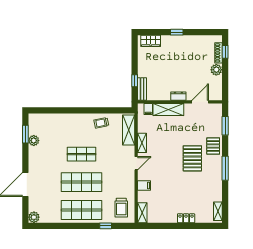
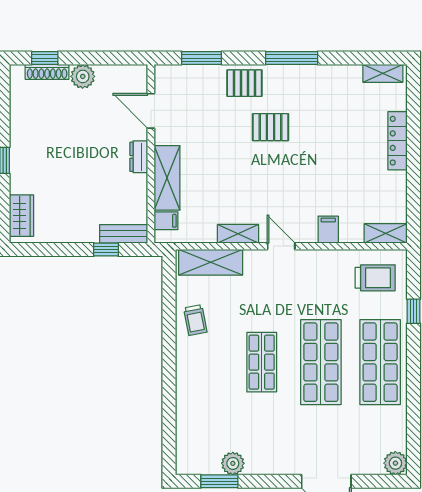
pallet: (192, 158) -> (271, 127), width x0.67, depth x0.71
locker: (186, 218) -> (398, 141), width x1.53

